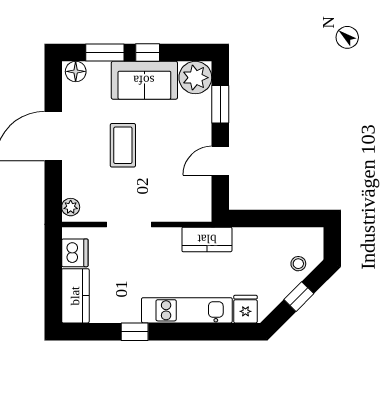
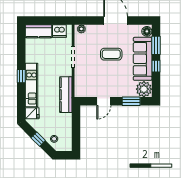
sofa: (144, 80) -> (143, 59), width x1.36
door: (220, 161) -> (104, 101), swing flipped
kitchen counter: (207, 239) -> (66, 95), width x1.50
window: (135, 332) -> (21, 76), moved

